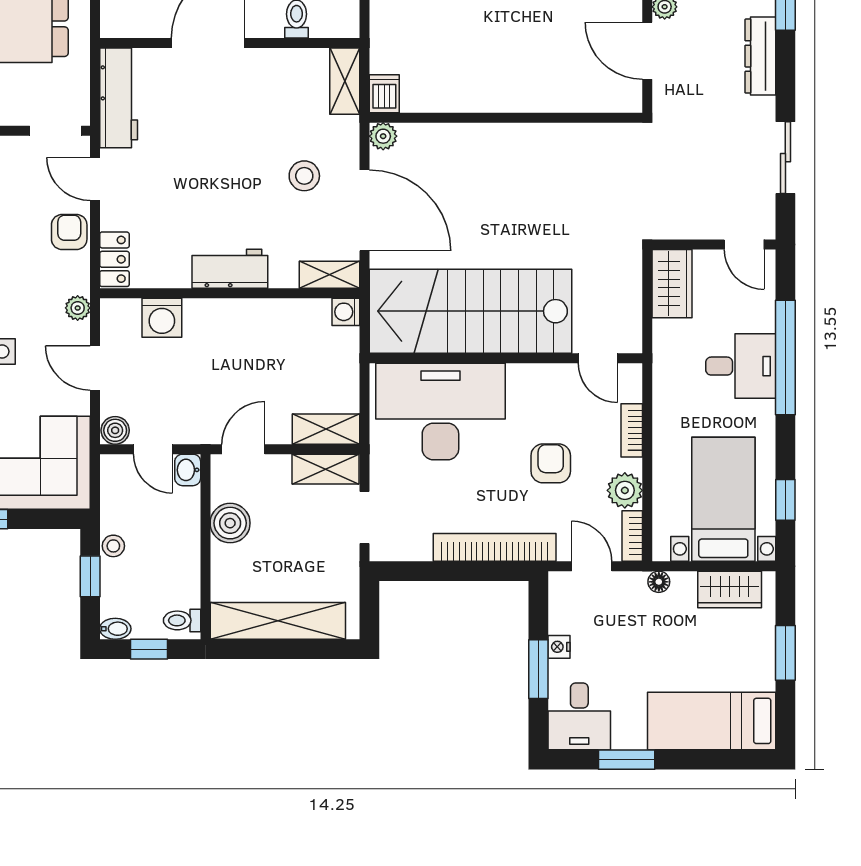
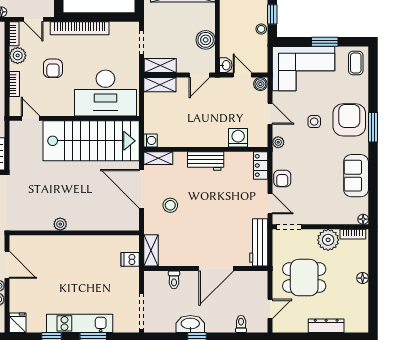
dishwasher: (384, 94) -> (130, 259), moved, turned 90
plant: (383, 136) -> (60, 224), moved

